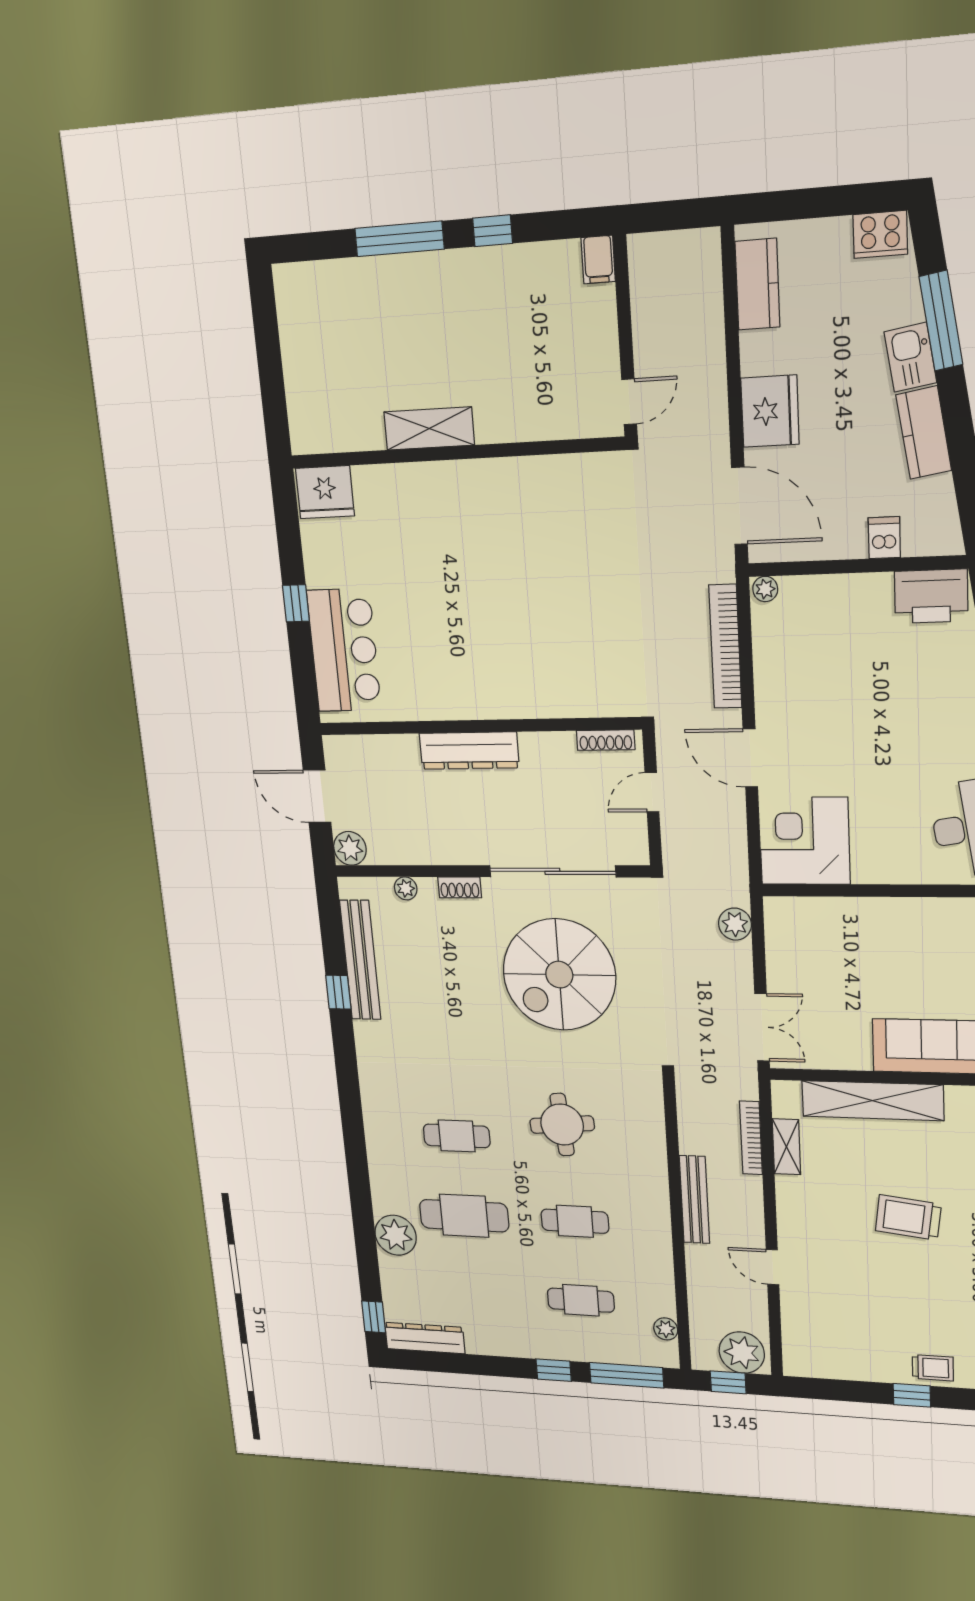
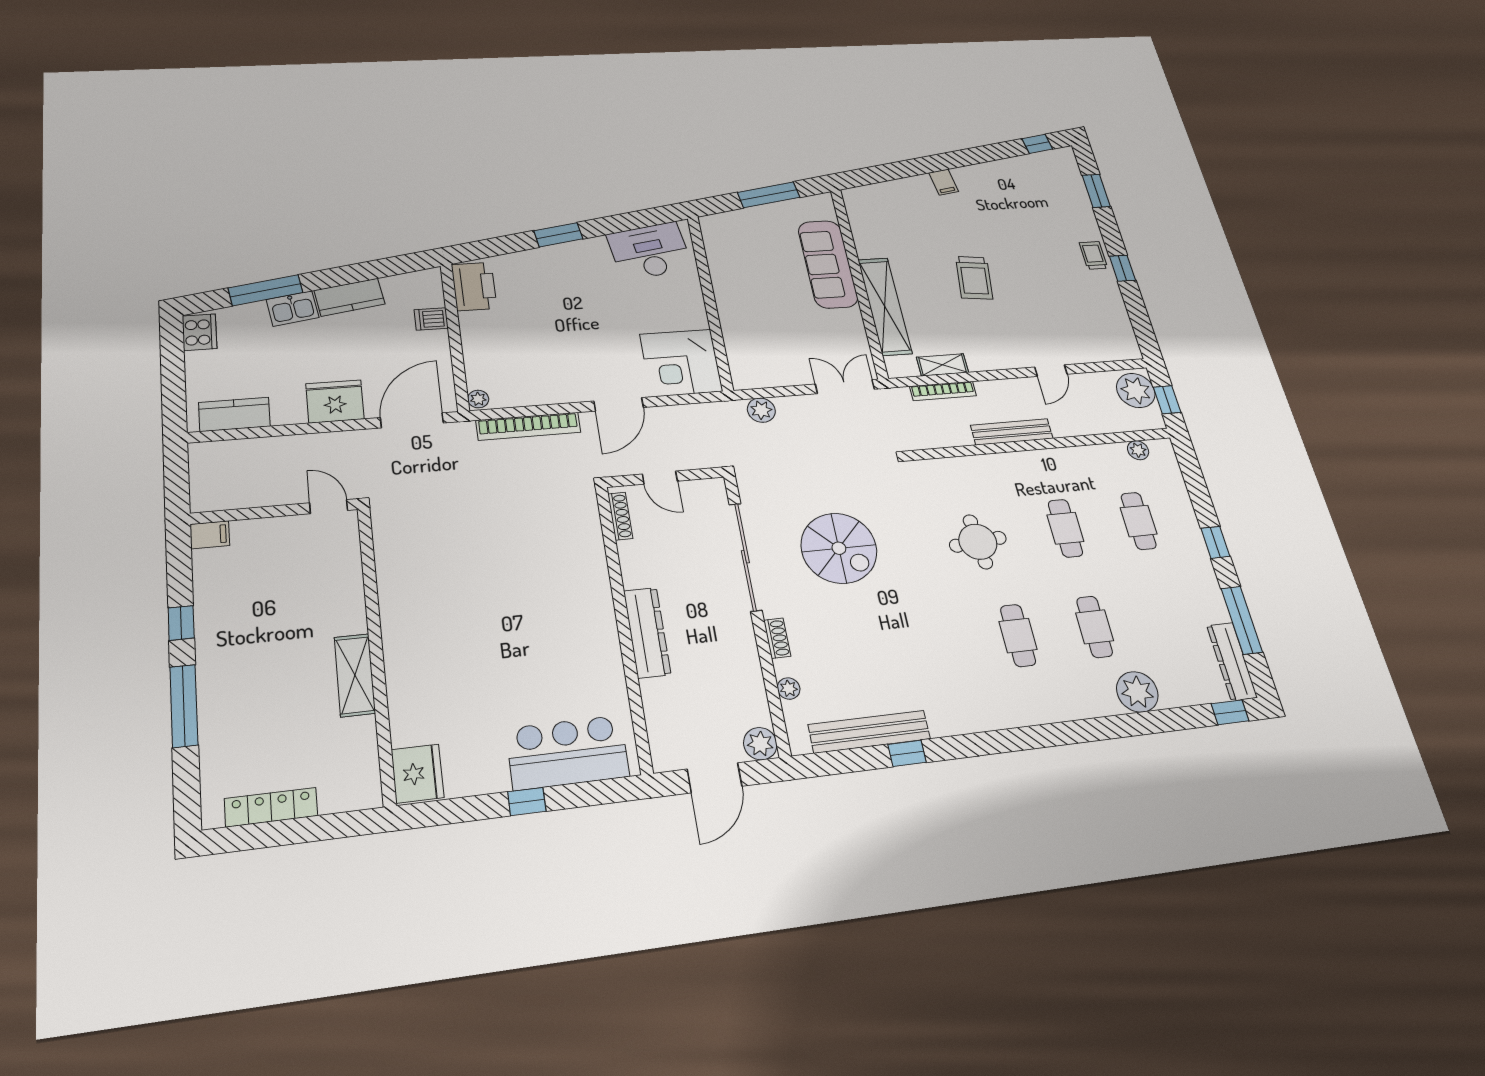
locker: (293, 337) -> (271, 807), added
spiral stairs: (559, 975) -> (839, 548), width x0.73, depth x0.73
cafe table: (464, 1216) -> (1095, 627), width x0.73, depth x0.74
window: (627, 1375) -> (1242, 620), moved

